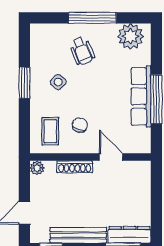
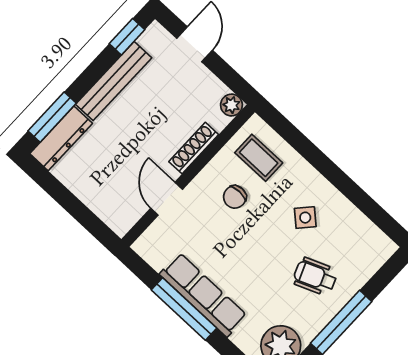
window: (24, 83) -> (339, 179), removed
chair: (80, 125) -> (235, 197), turned 75
door: (111, 157) -> (167, 199), swing flipped

